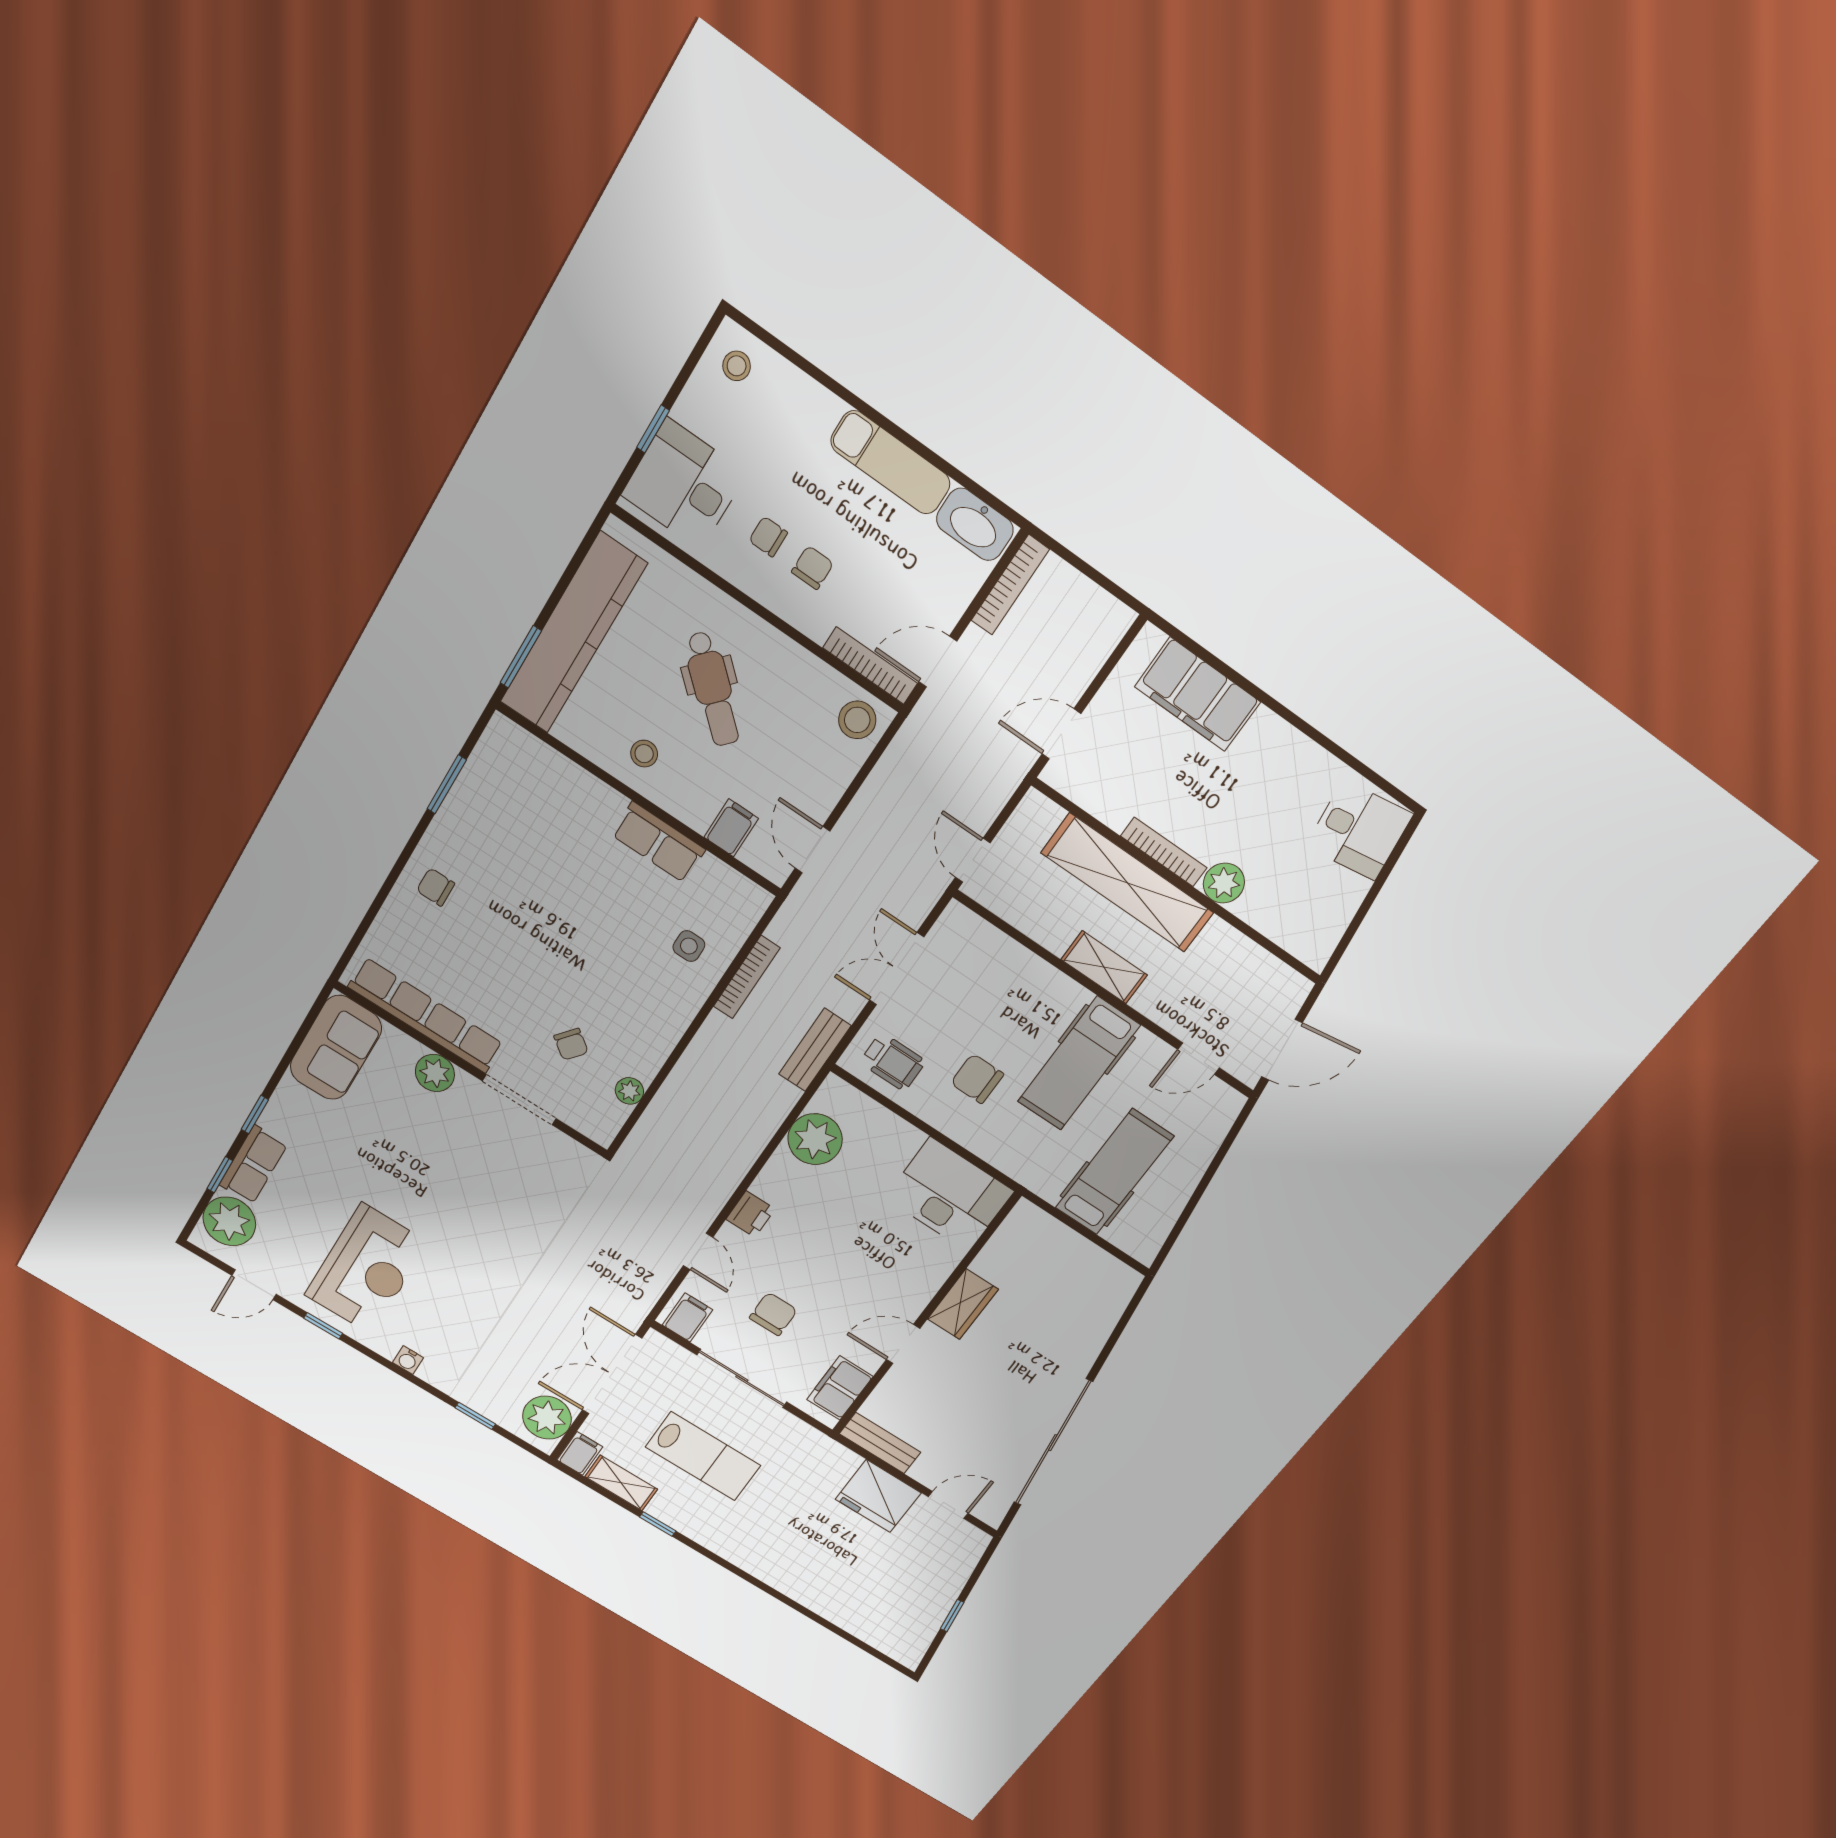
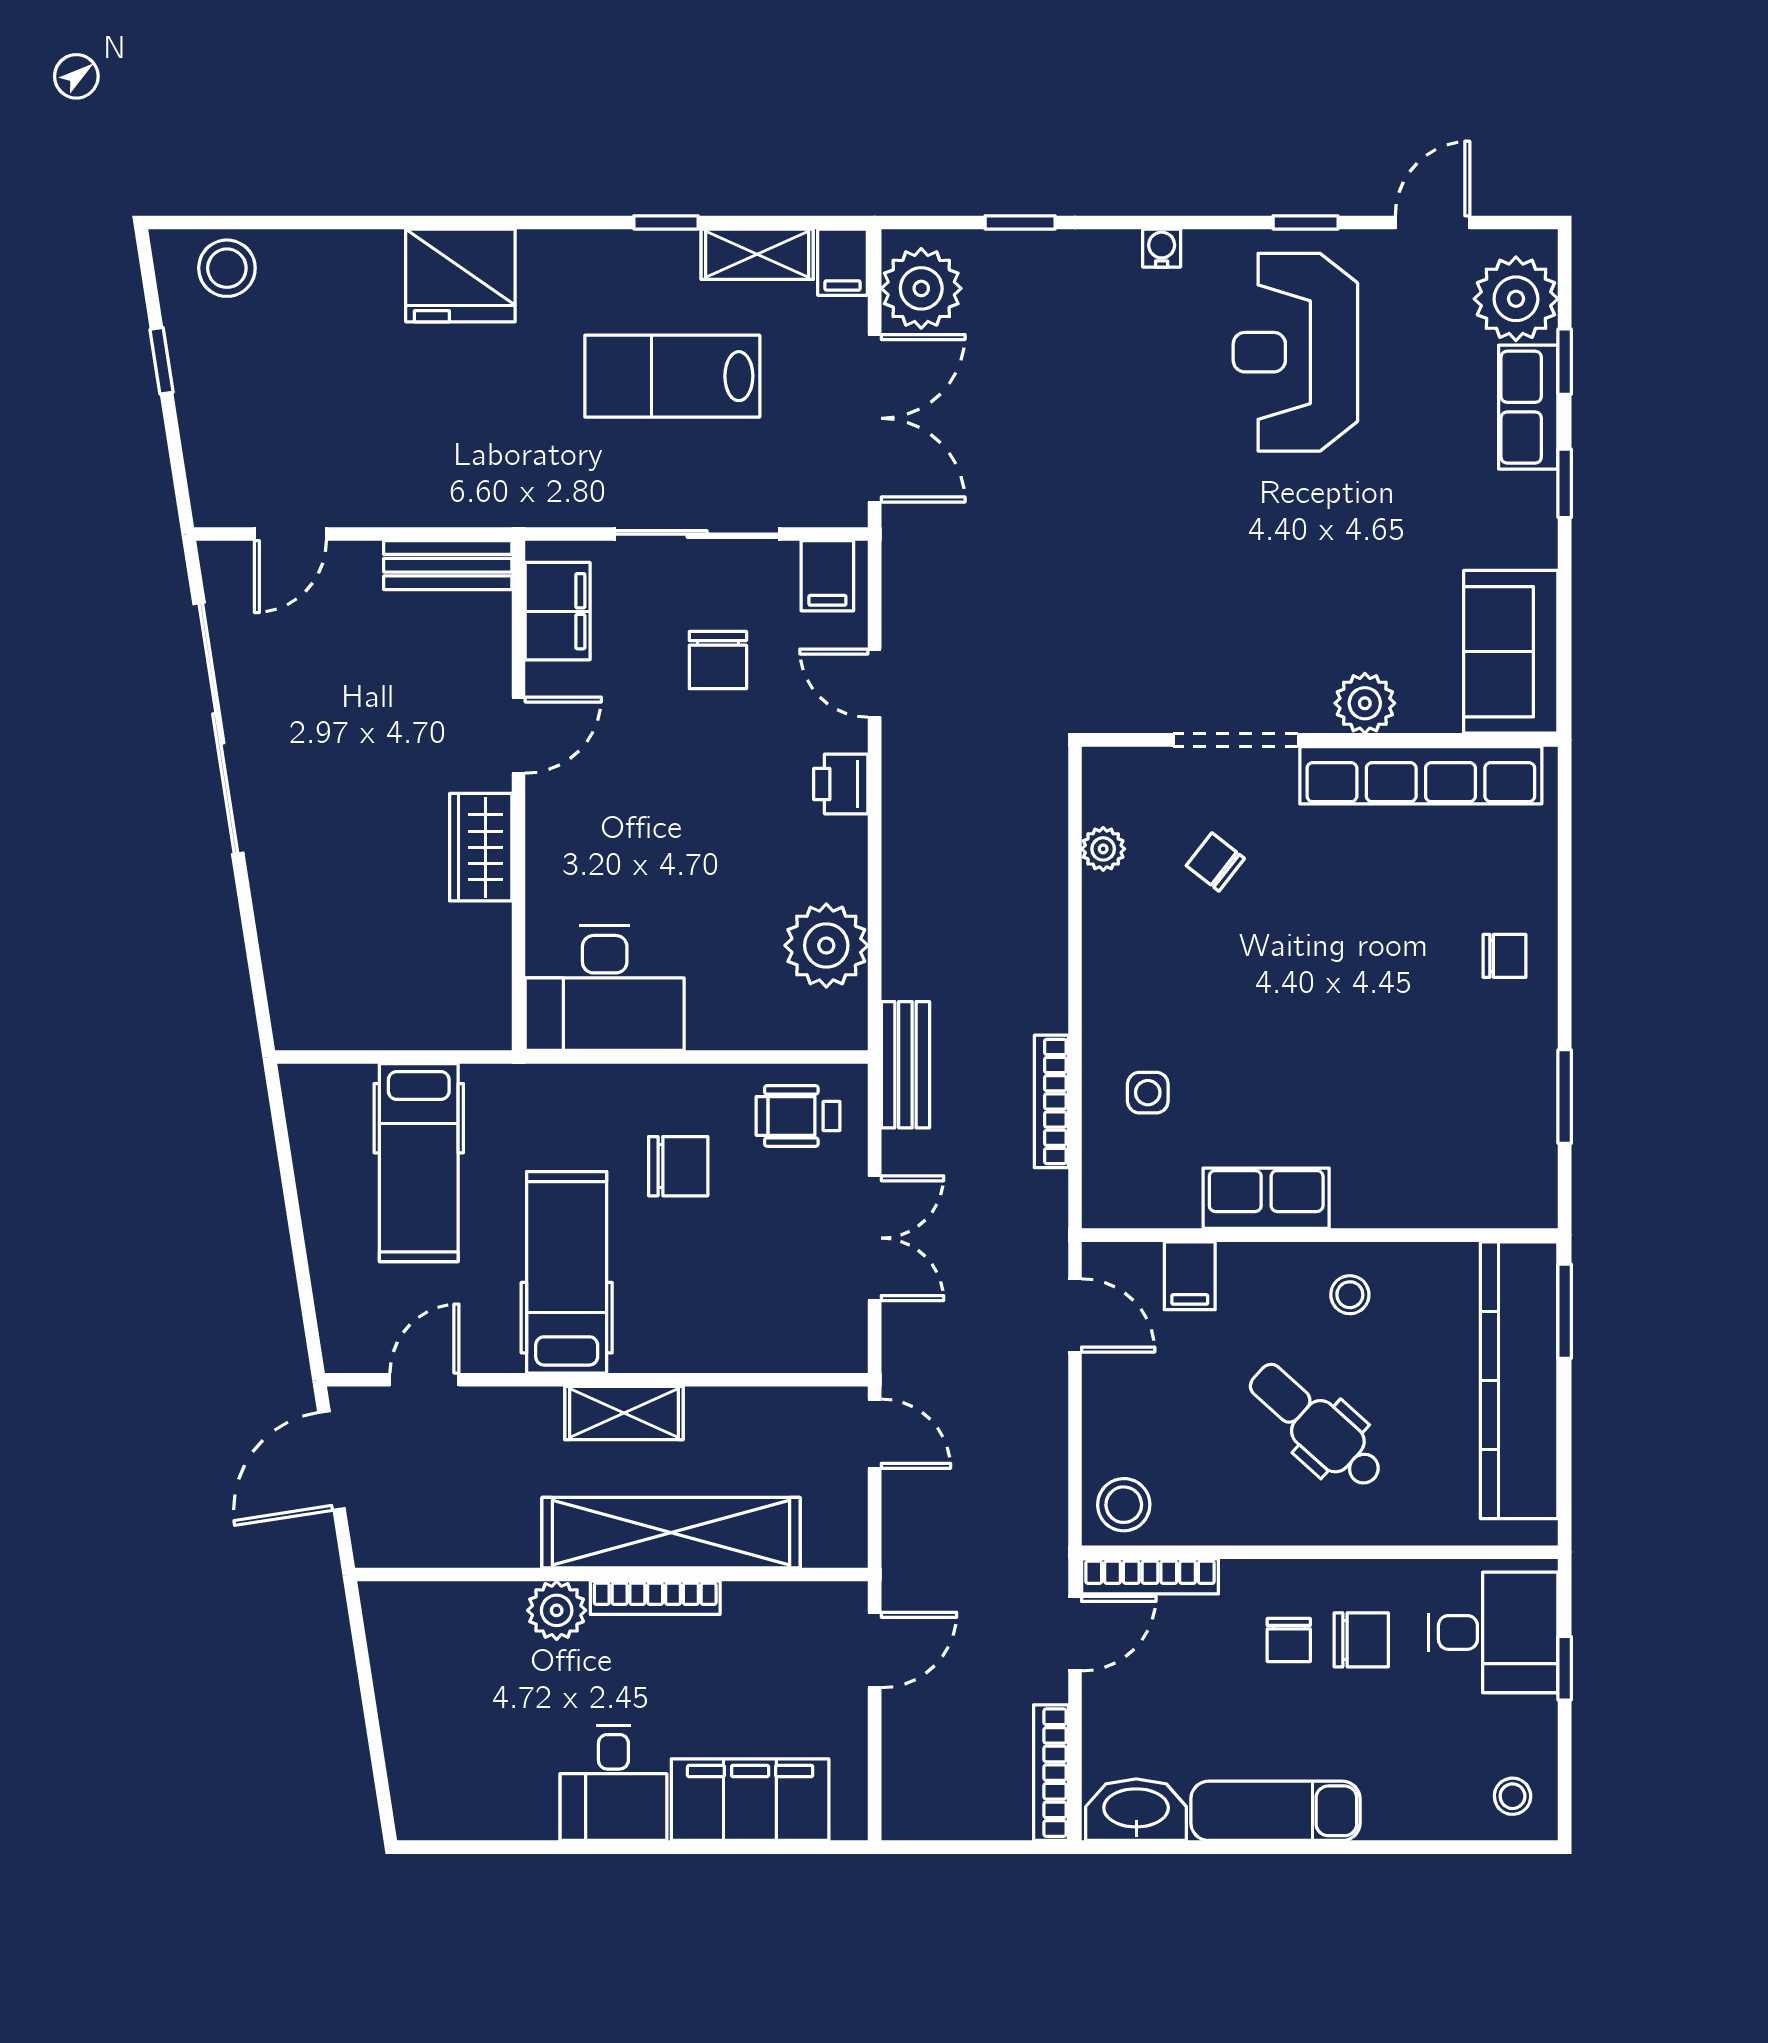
chair: (768, 537) -> (1361, 1640), width x1.37, depth x1.37
desk: (1359, 830) -> (613, 1783), moved, turned -81
fridge: (878, 1496) -> (460, 275), moved, turned 180
stool: (890, 1634) -> (227, 268), added

